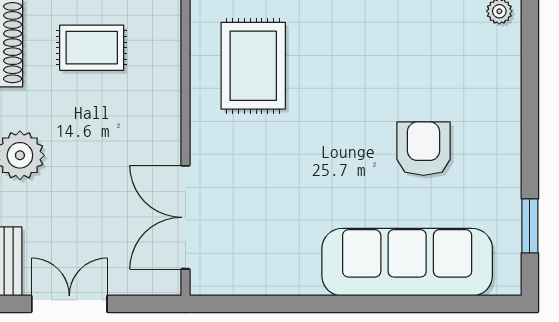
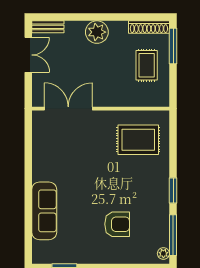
armchair: (424, 149) -> (117, 224), moved
sofa: (407, 262) -> (44, 211), width x0.74, depth x0.79

